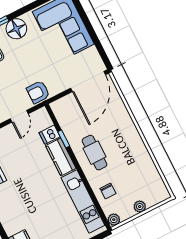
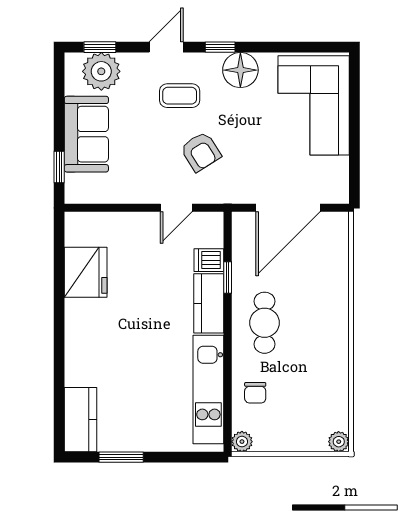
door: (88, 82) -> (288, 208), moved
armchair: (38, 92) -> (201, 152), moved, turned -122
plant: (140, 207) -> (339, 442), moved

